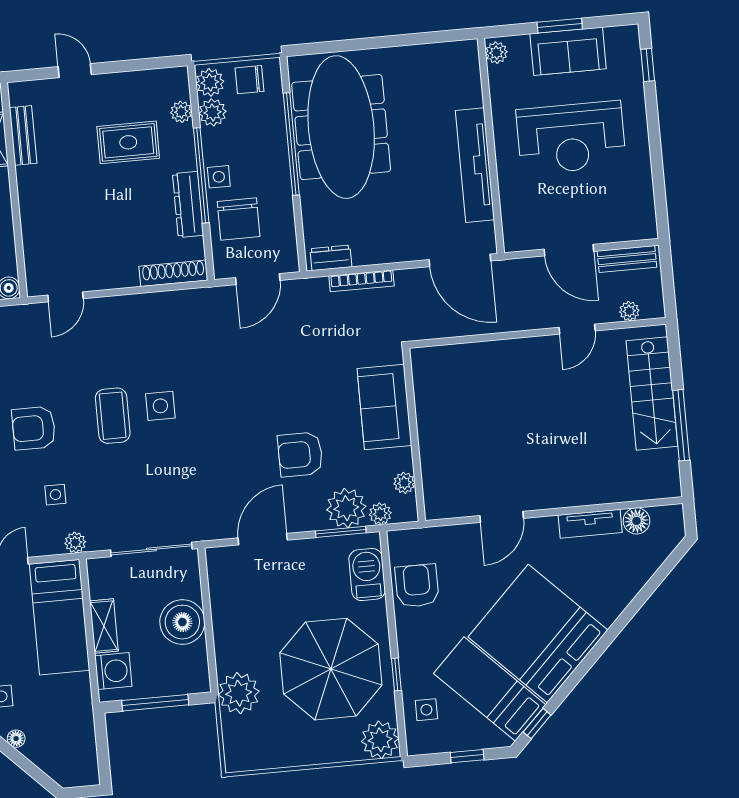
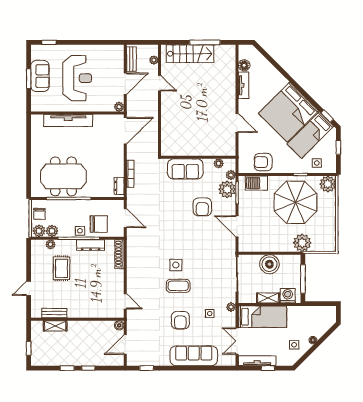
plant: (496, 53) -> (119, 107), moved
meeting table: (341, 127) -> (63, 176), width x0.73
tv unit: (475, 165) -> (68, 120), moved

